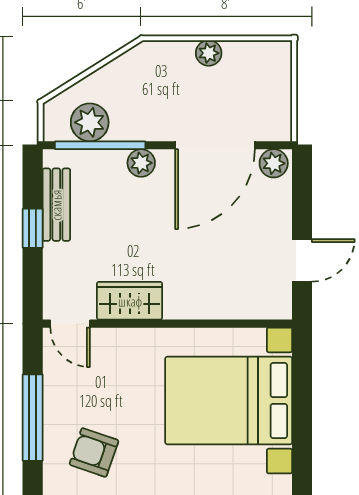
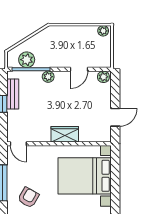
plant: (209, 53) -> (103, 31), moved
door: (215, 145) -> (79, 69), width x0.53
wardrobe: (130, 301) -> (65, 134), moved
armchair: (94, 452) -> (28, 197), turned 101

